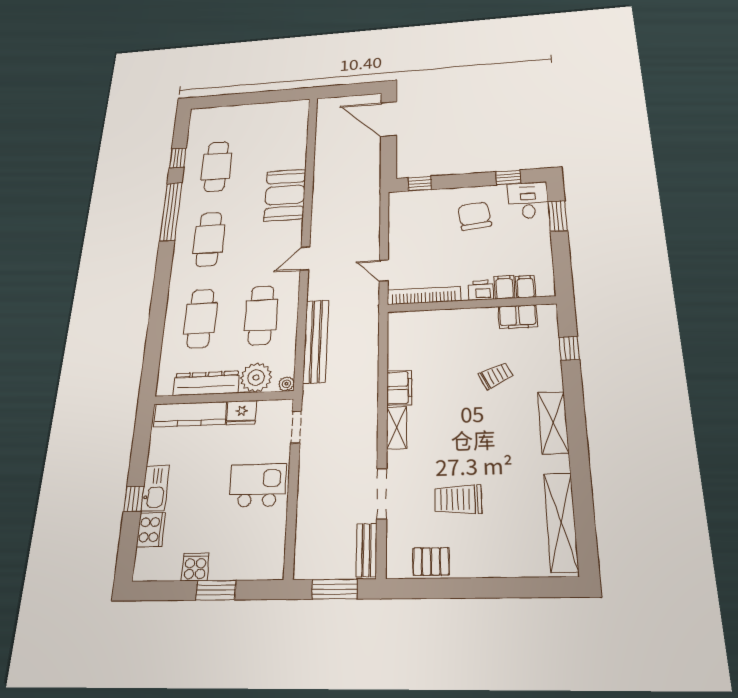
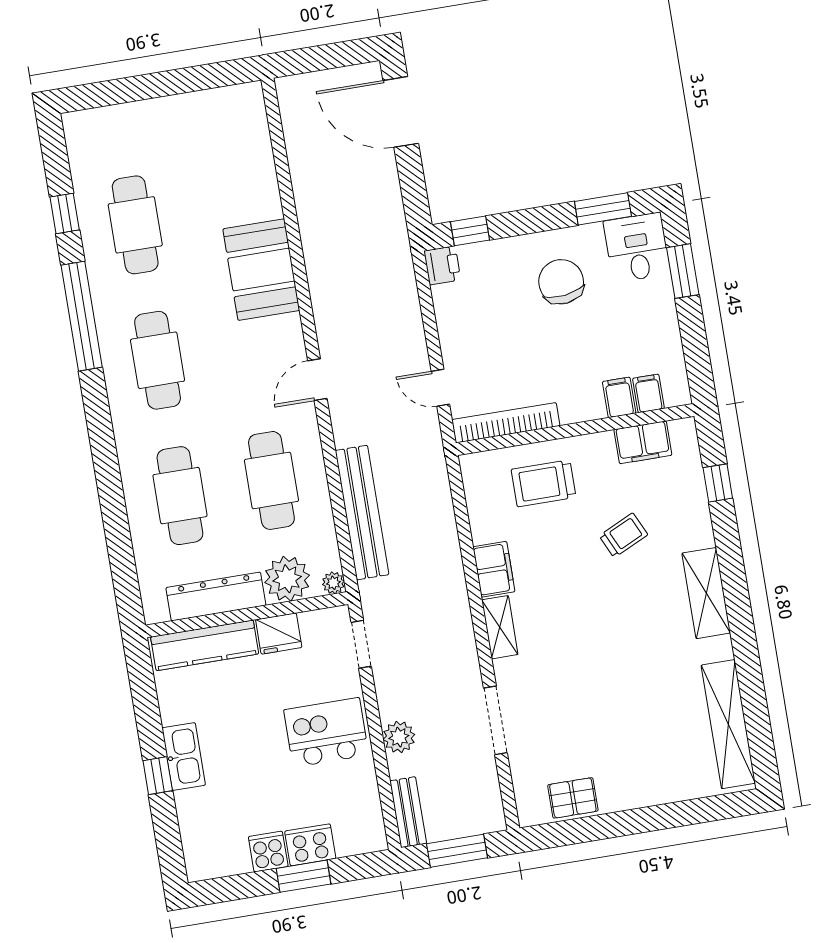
window: (508, 177) -> (603, 209), width x1.50
printer: (481, 290) -> (442, 265), moved, turned 90
plant: (309, 496) -> (399, 737), added
trolley: (458, 499) -> (544, 483), moved
cooker: (151, 530) -> (310, 845), moved, turned -90
bench: (367, 550) -> (408, 812), moved

